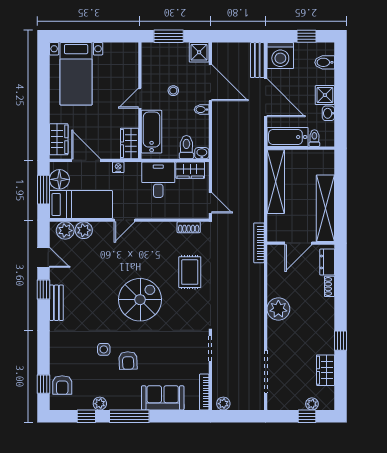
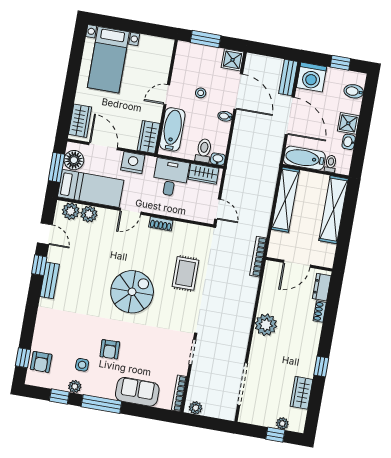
nightstand: (118, 167) -> (133, 163), width x1.89, depth x1.79
shelving: (325, 208) -> (334, 210), moved
shoe rack: (189, 227) -> (161, 224), moved
side table: (104, 349) -> (82, 365), moved

